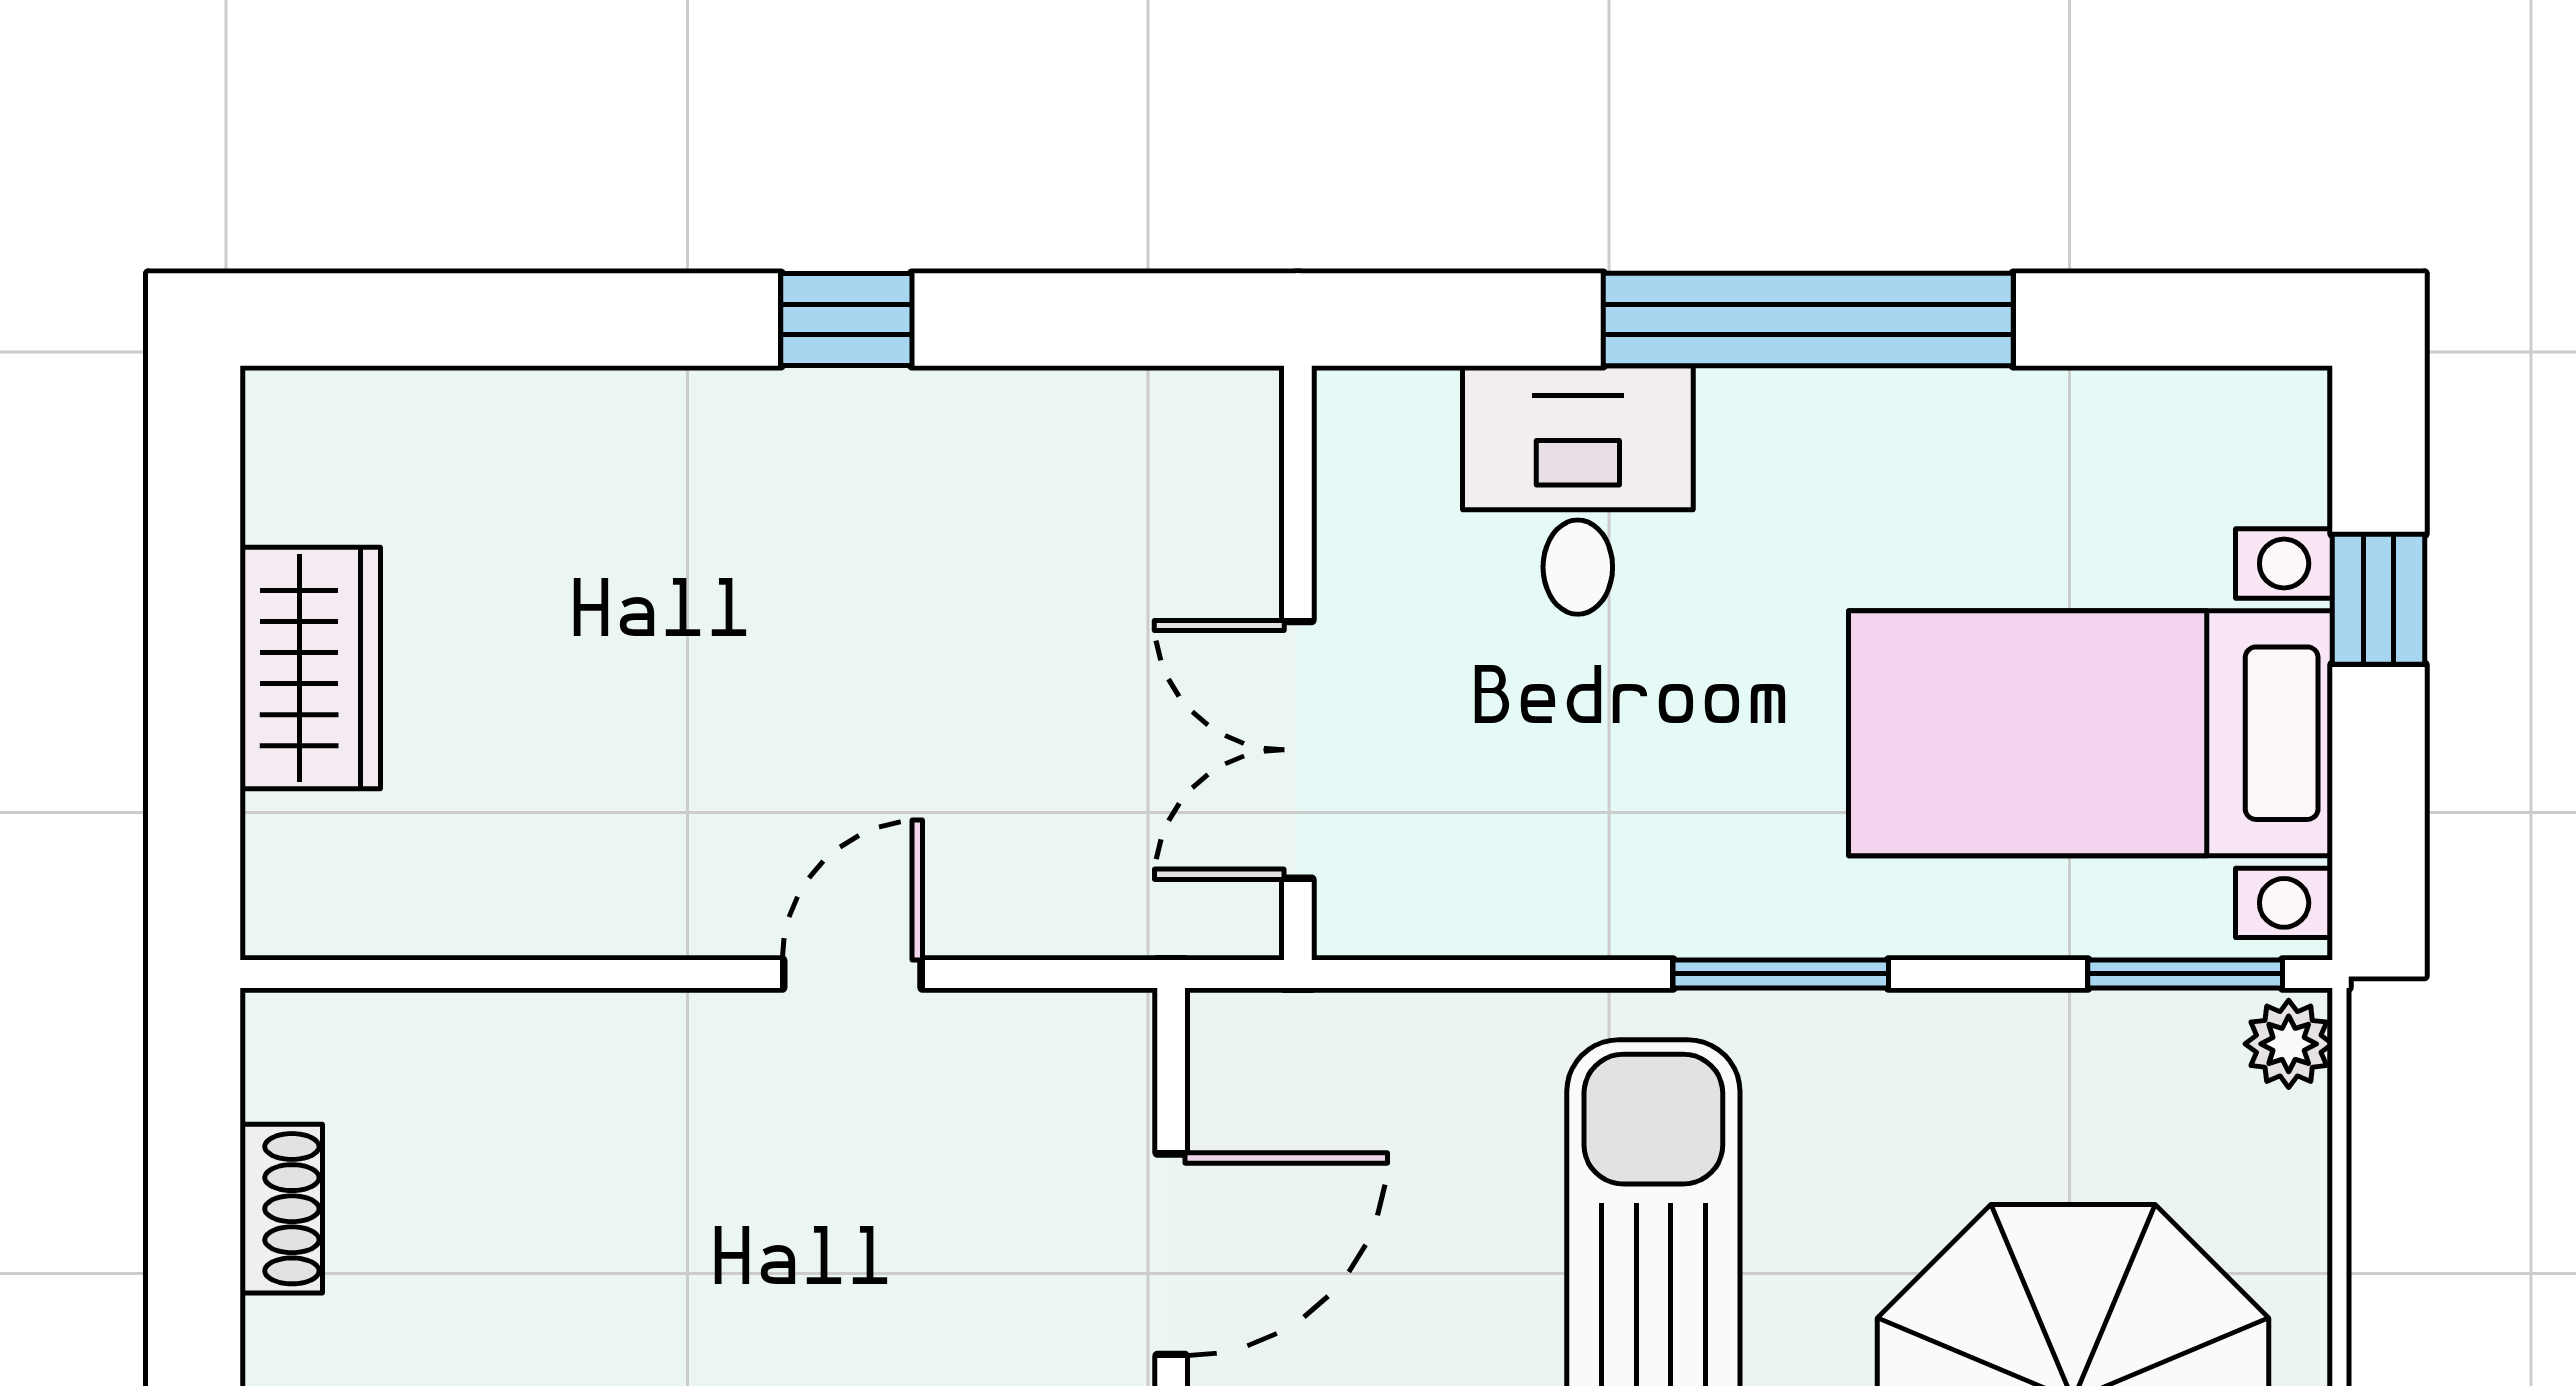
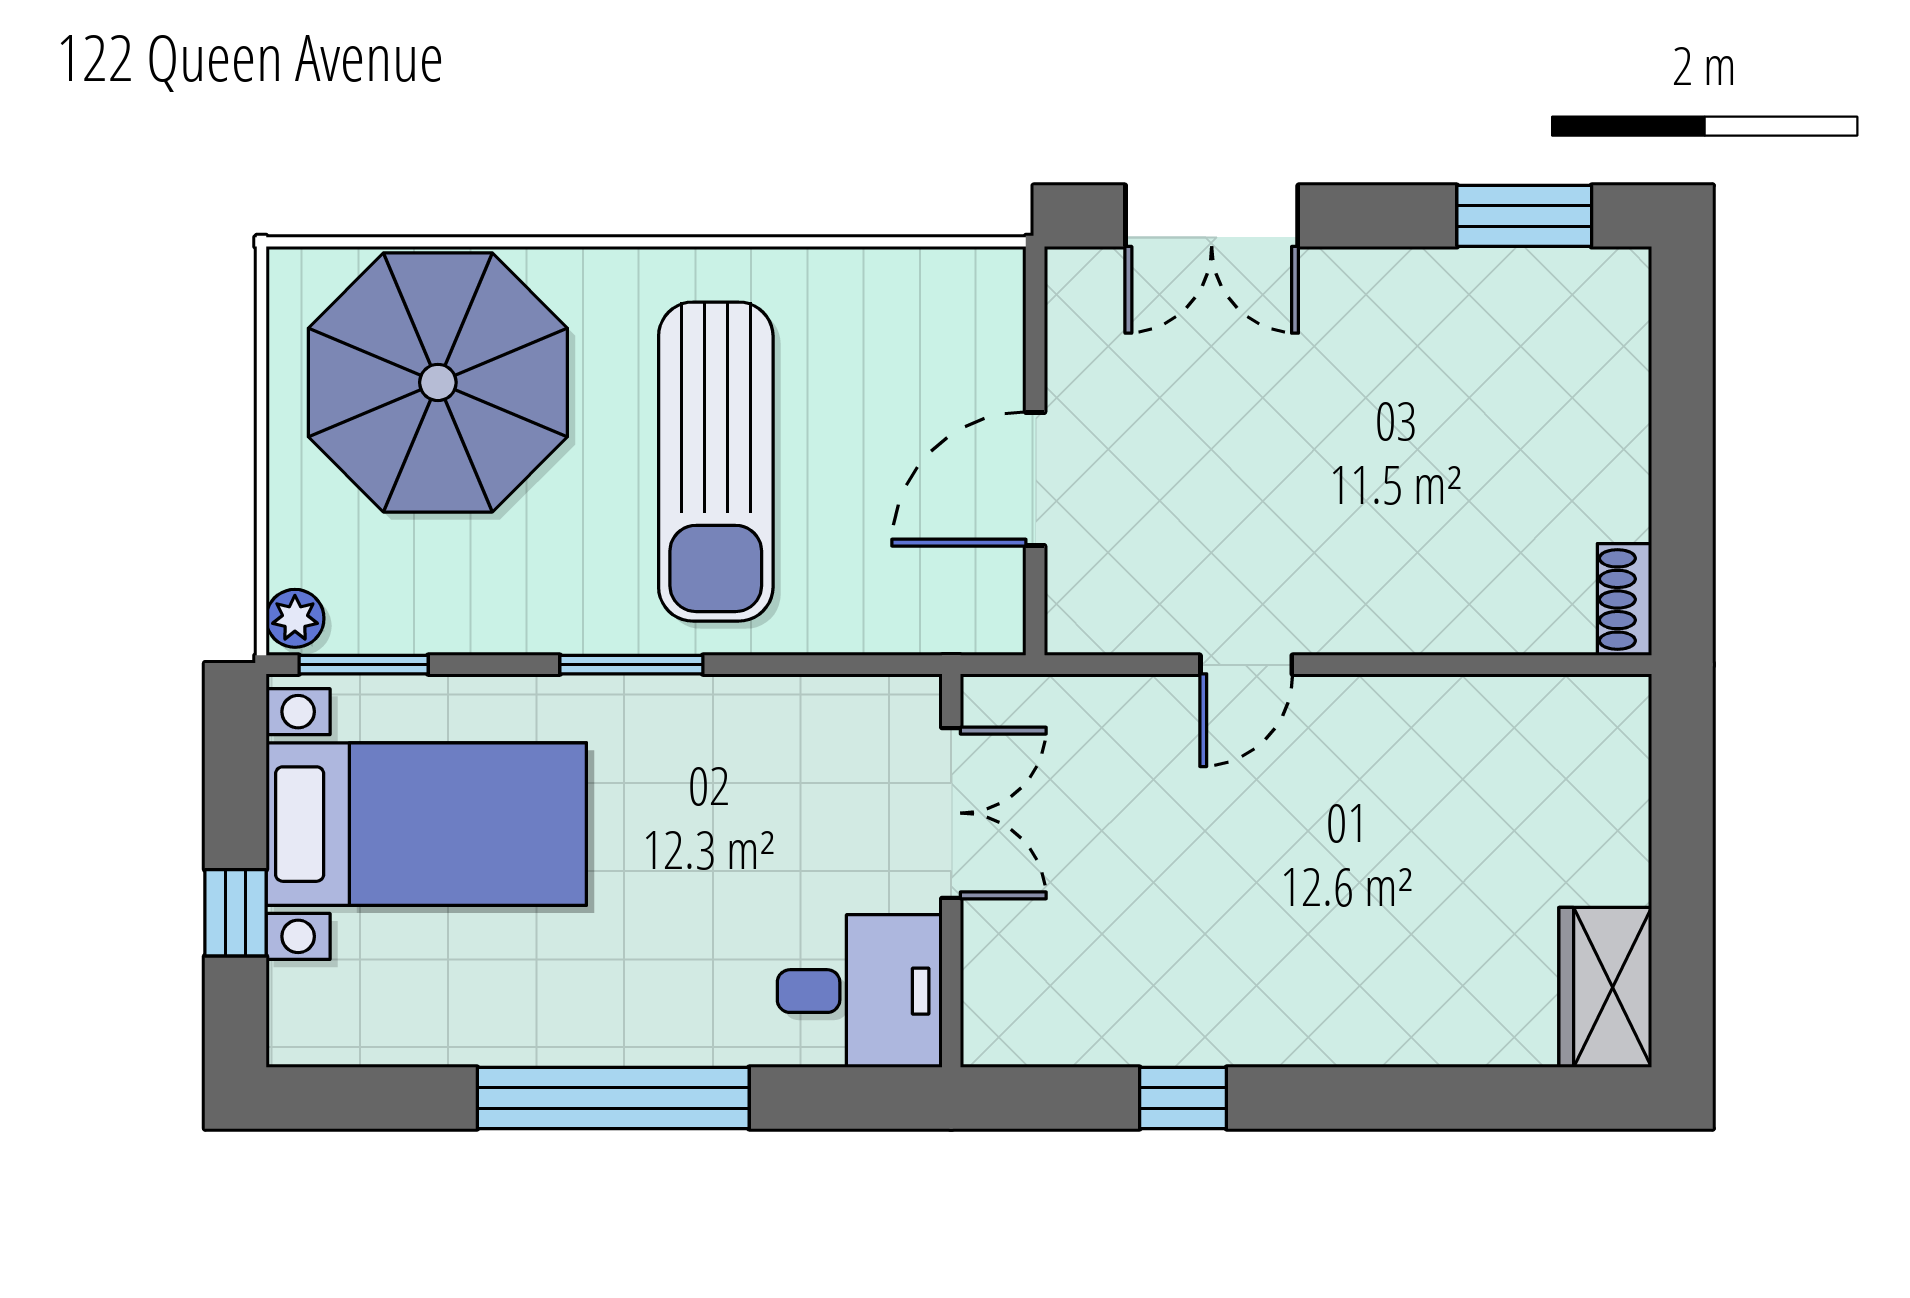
window: (846, 320) -> (1183, 1098), moved
desk: (1578, 490) -> (860, 991), moved, turned -90
wardrobe: (310, 668) -> (1605, 987), moved
shoe rack: (281, 1209) -> (1624, 599), moved

